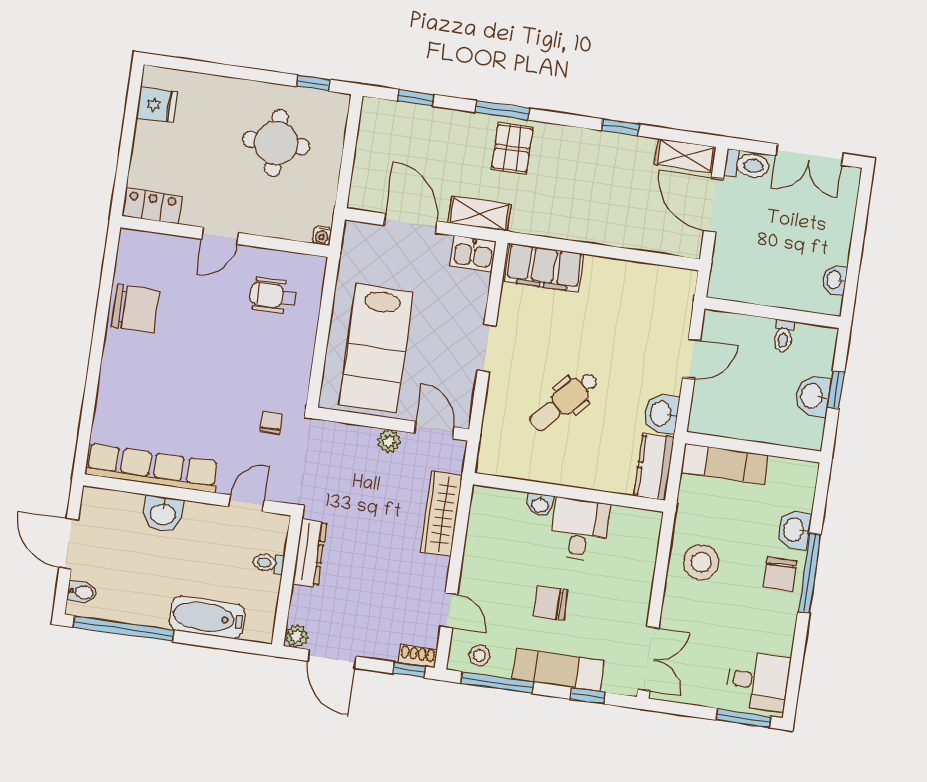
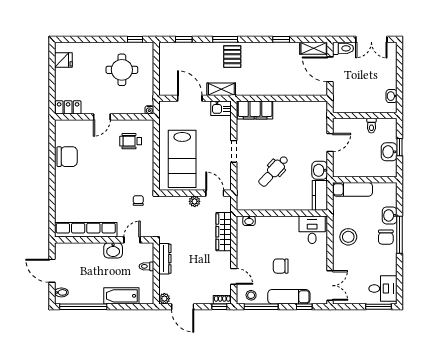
washbasin: (540, 505) -> (249, 221), moved
washbasin: (163, 514) -> (113, 250), moved
desk: (579, 529) -> (312, 230), moved

